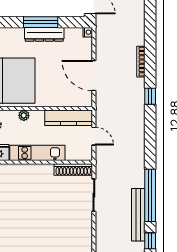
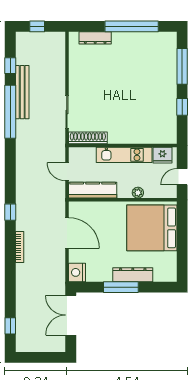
nightstand: (88, 32) -> (77, 272), width x1.89, depth x1.79
dresser: (44, 34) -> (133, 275), moved

